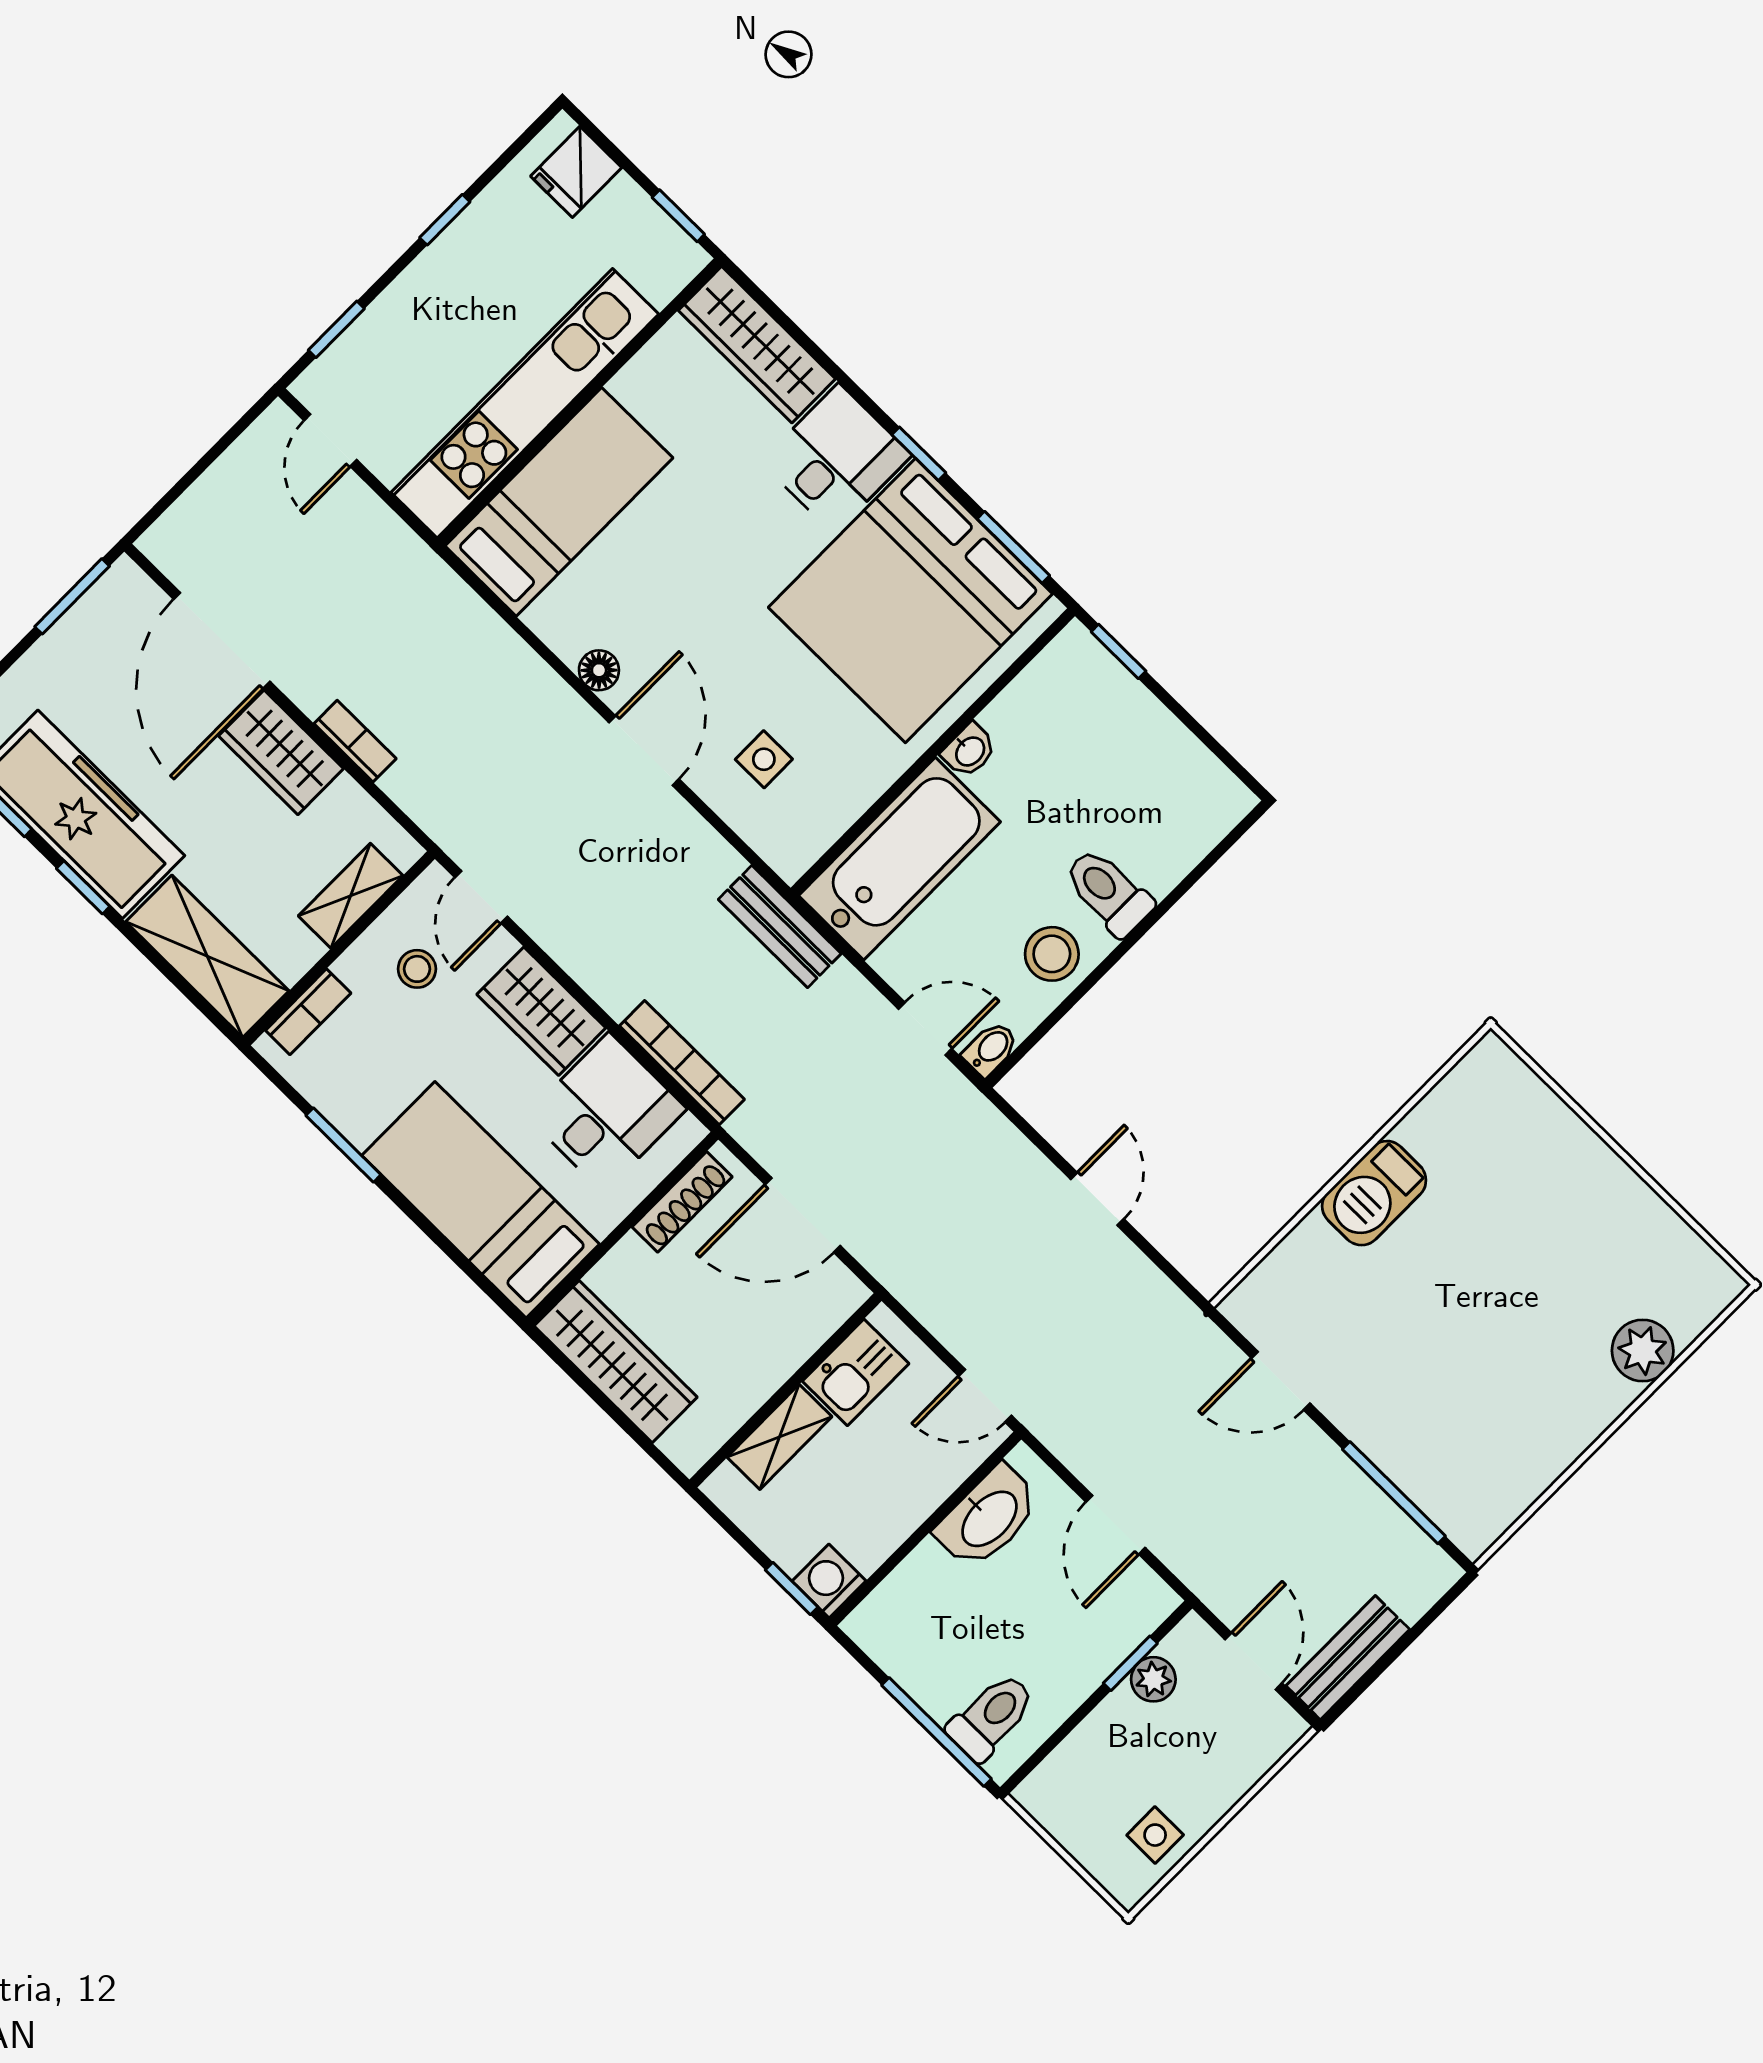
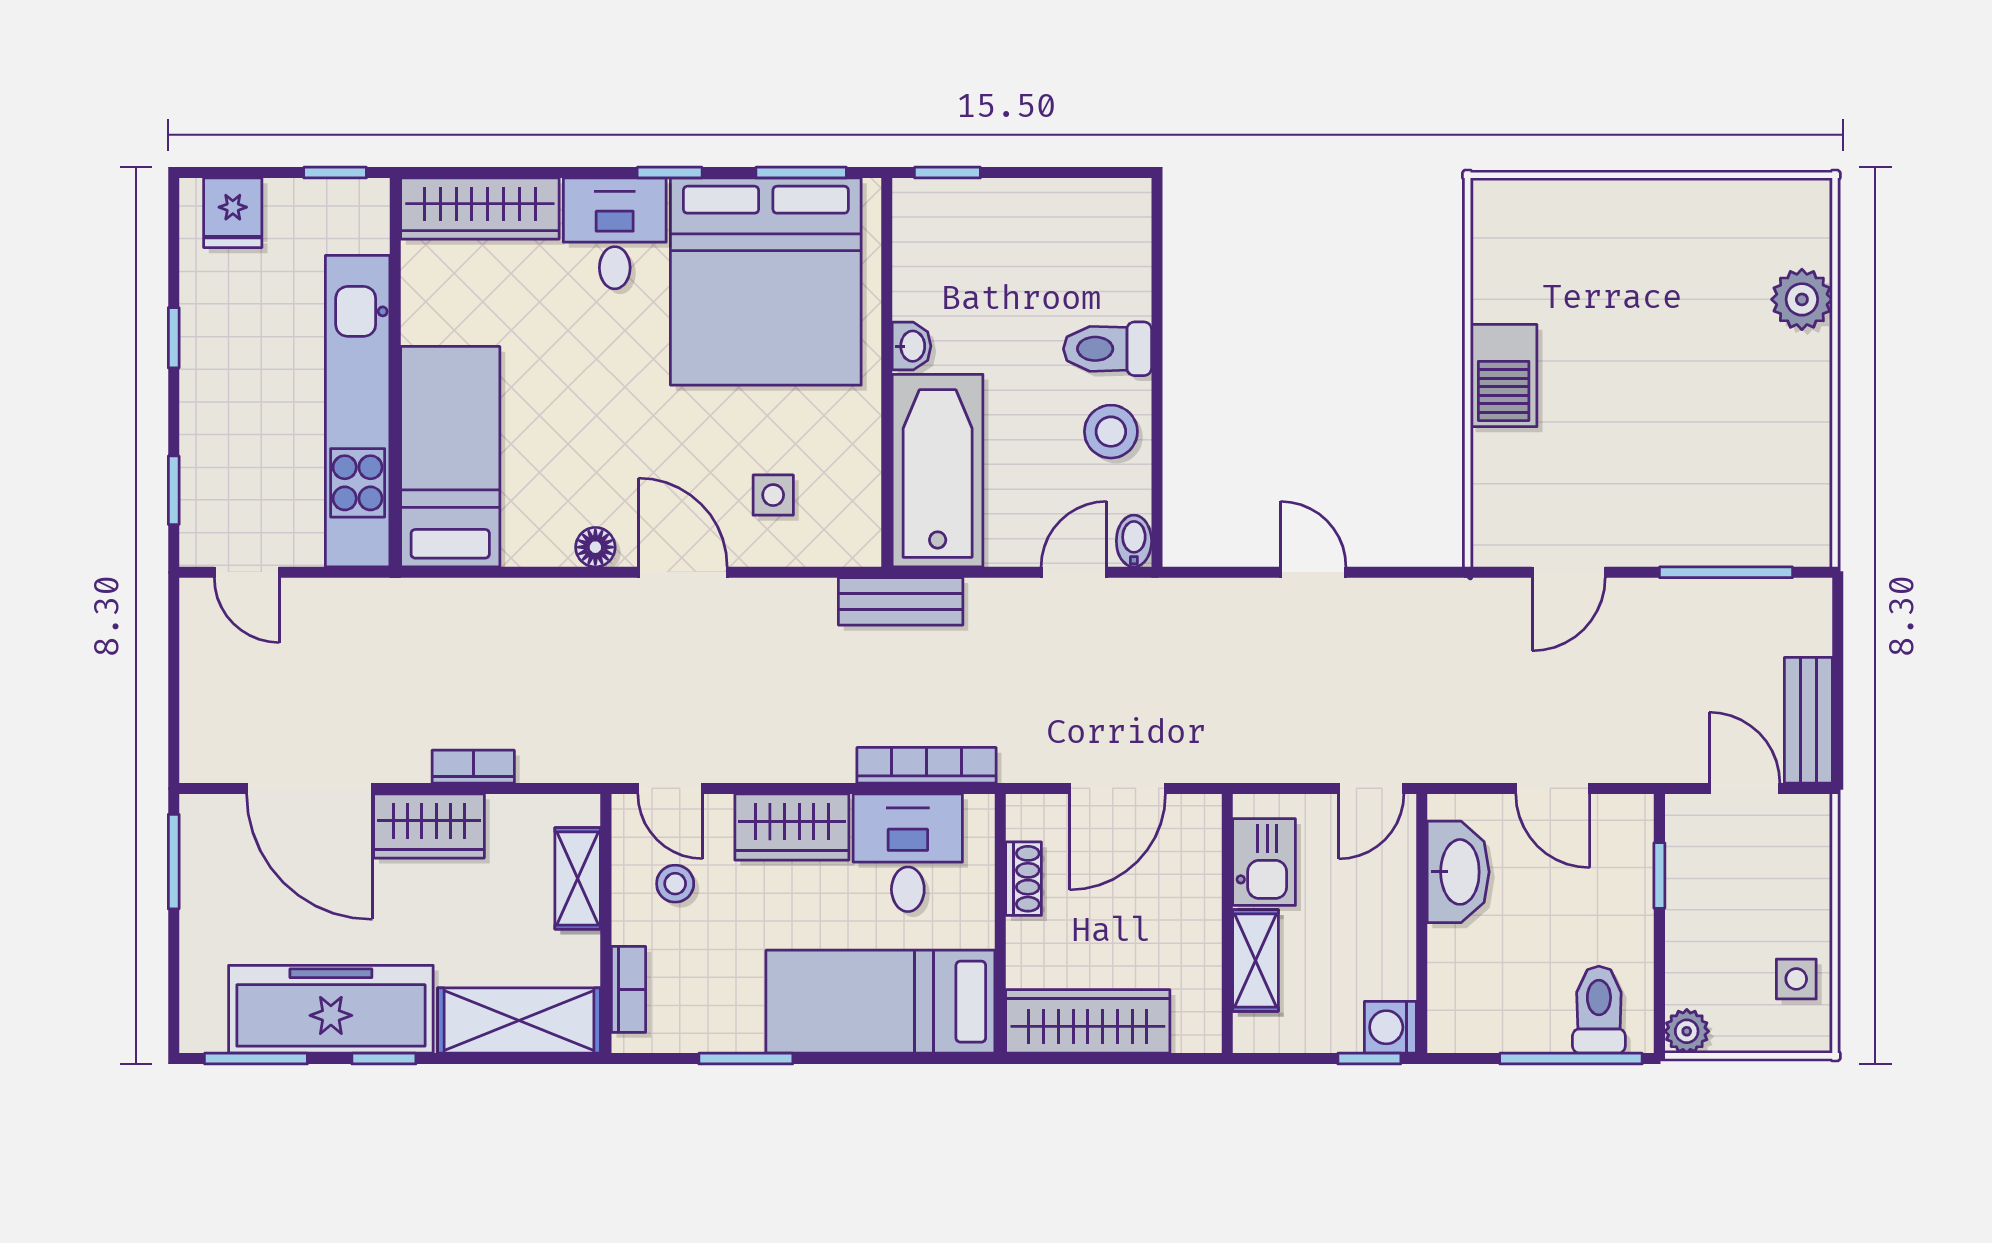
shoe rack: (682, 1202) -> (1024, 879), width x0.70
plant: (1153, 1679) -> (1687, 1031), moved

